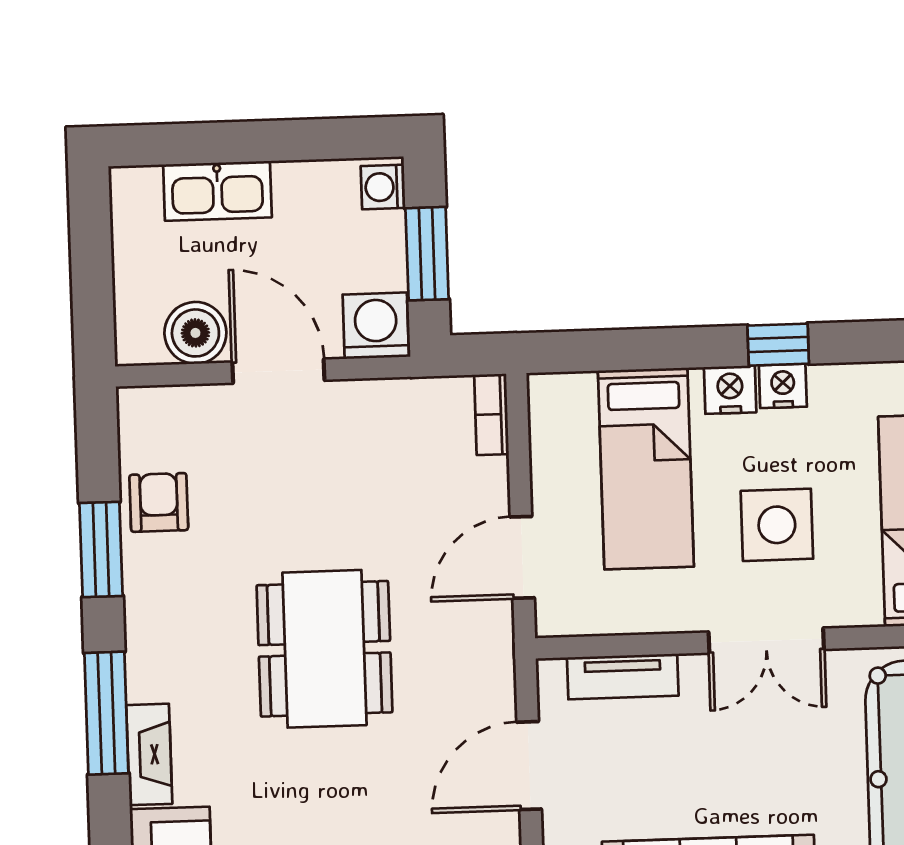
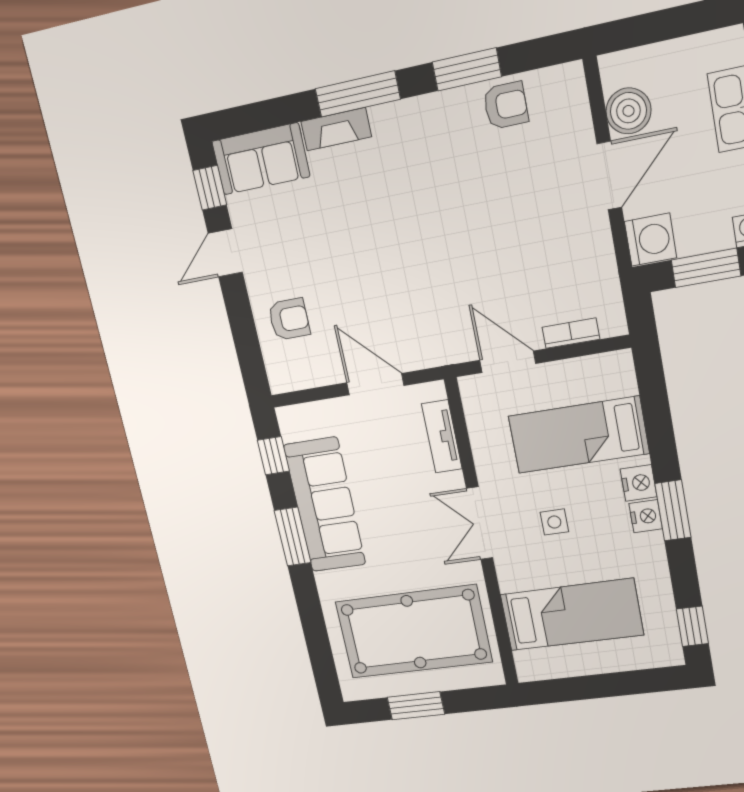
window: (778, 345) -> (673, 510), width x1.50
bookcase: (491, 414) -> (571, 333), moved
side table: (777, 525) -> (554, 522), width x0.54, depth x0.54
dining table: (324, 649) -> (426, 238), removed

